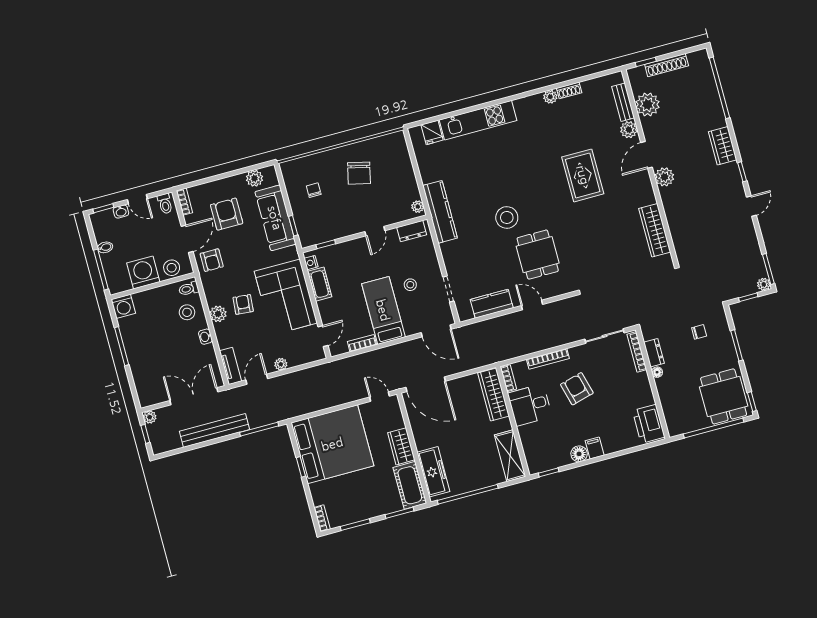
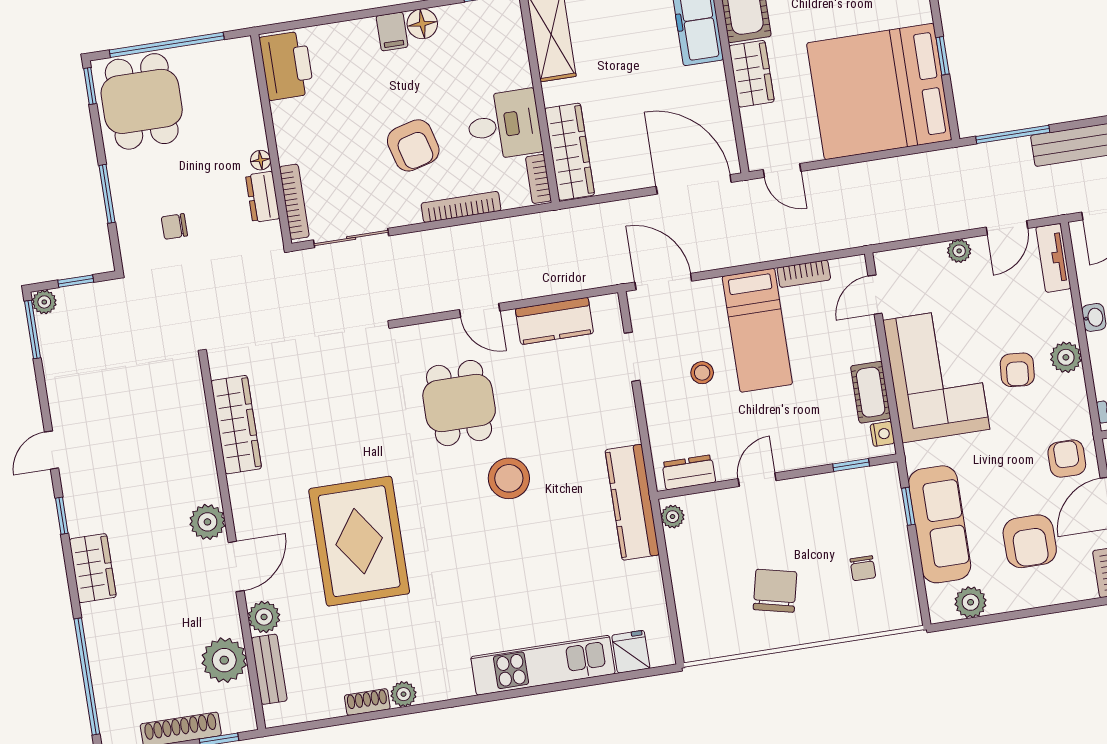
rug: (583, 175) -> (359, 541), width x1.37, depth x1.44

